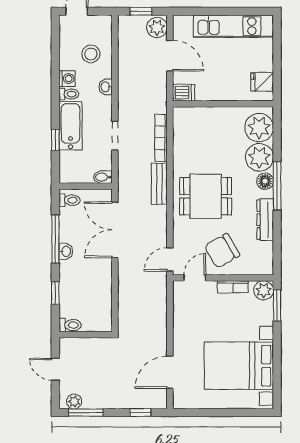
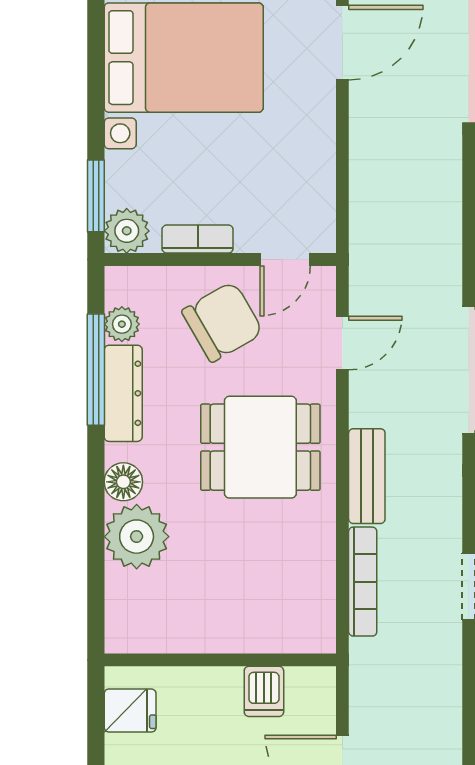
dishwasher: (184, 93) -> (264, 691), moved, turned -90
plant: (259, 128) -> (122, 324), moved, width x0.53, depth x0.53
window: (277, 186) -> (96, 370), moved
door: (170, 259) -> (342, 343), moved

